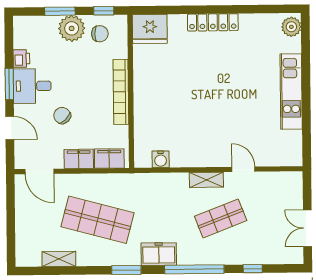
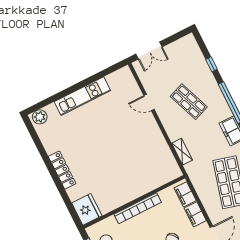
water cooler: (161, 159) -> (169, 160), removed
door: (243, 169) -> (149, 102), hinge flipped
shelving: (206, 180) -> (182, 152), moved
double door: (307, 228) -> (149, 50), moved

